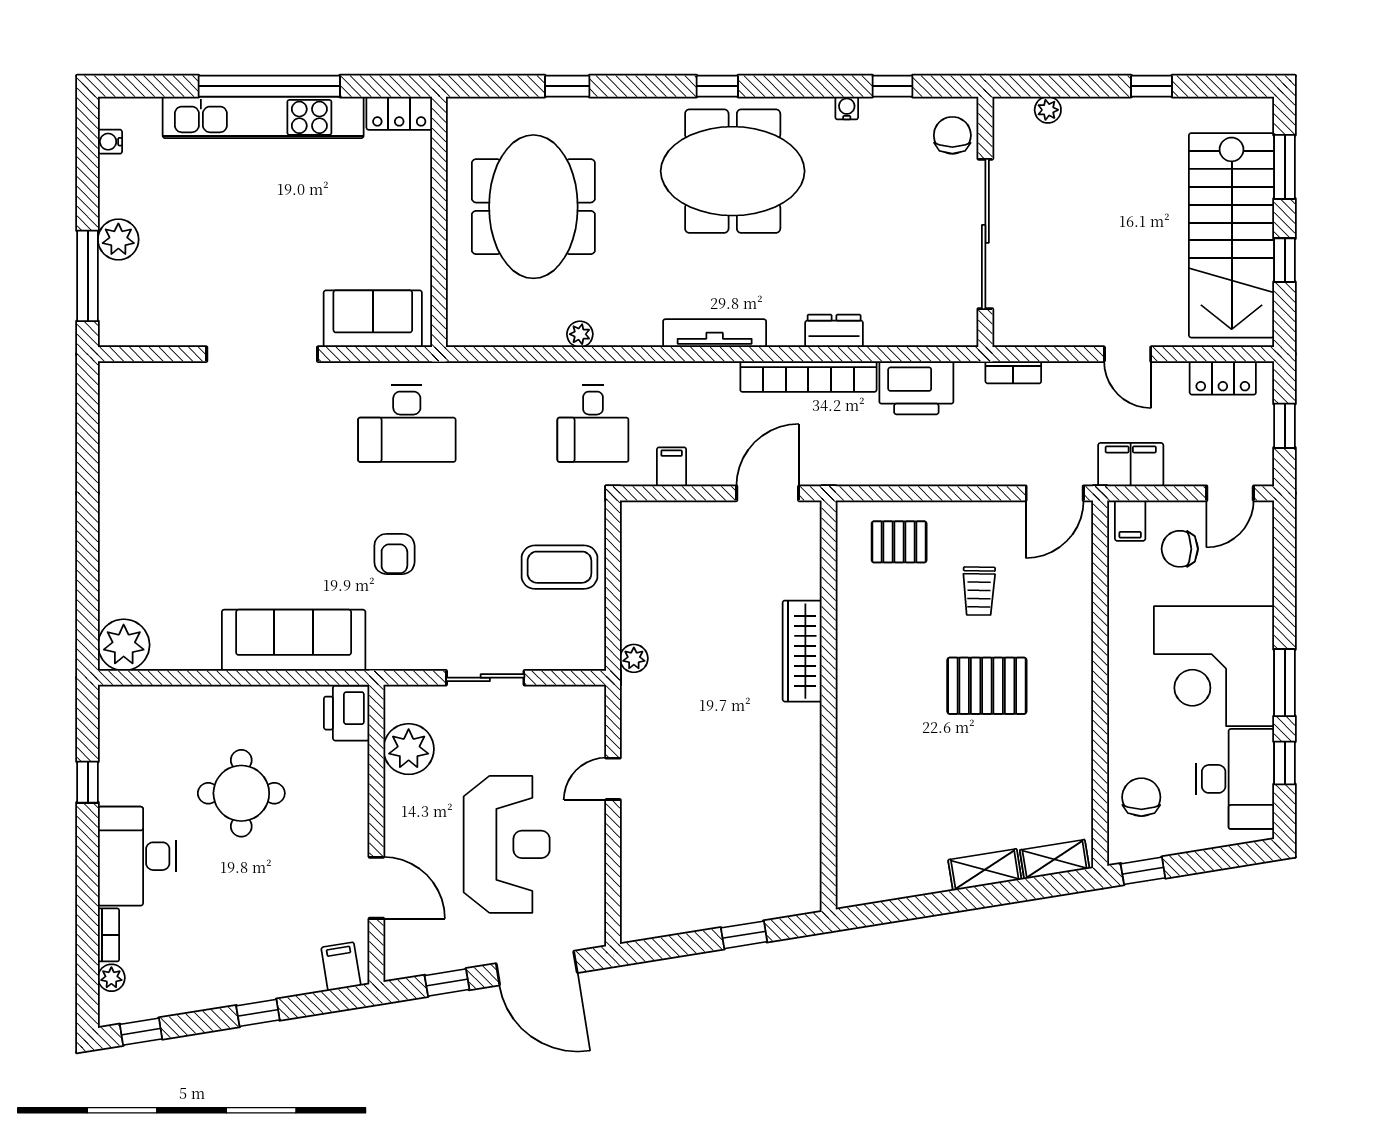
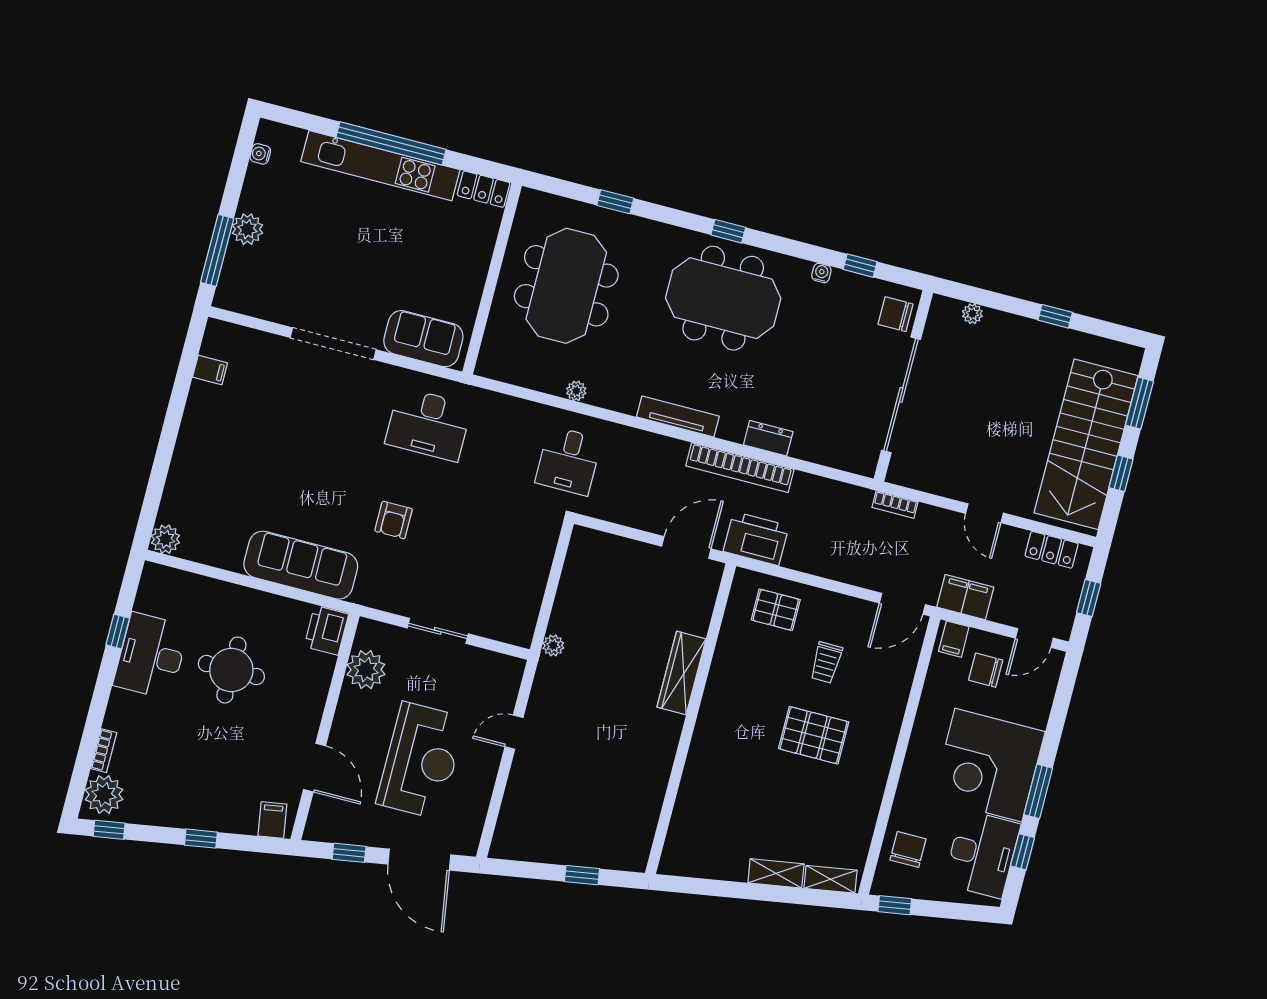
chair: (952, 135) -> (896, 314), turned -90
printer: (916, 388) -> (756, 539), moved, turned 180
filing cabinet: (672, 467) -> (210, 370), moved, turned 90
coffee table: (559, 567) -> (515, 562), removed
plant: (124, 645) -> (165, 539), width x0.73, depth x0.73
desk: (137, 856) -> (151, 656), moved
plant: (111, 978) -> (104, 795), width x1.88, depth x1.88

